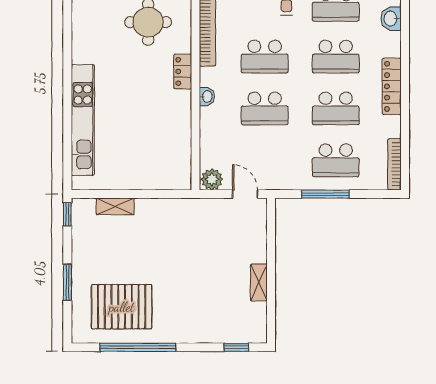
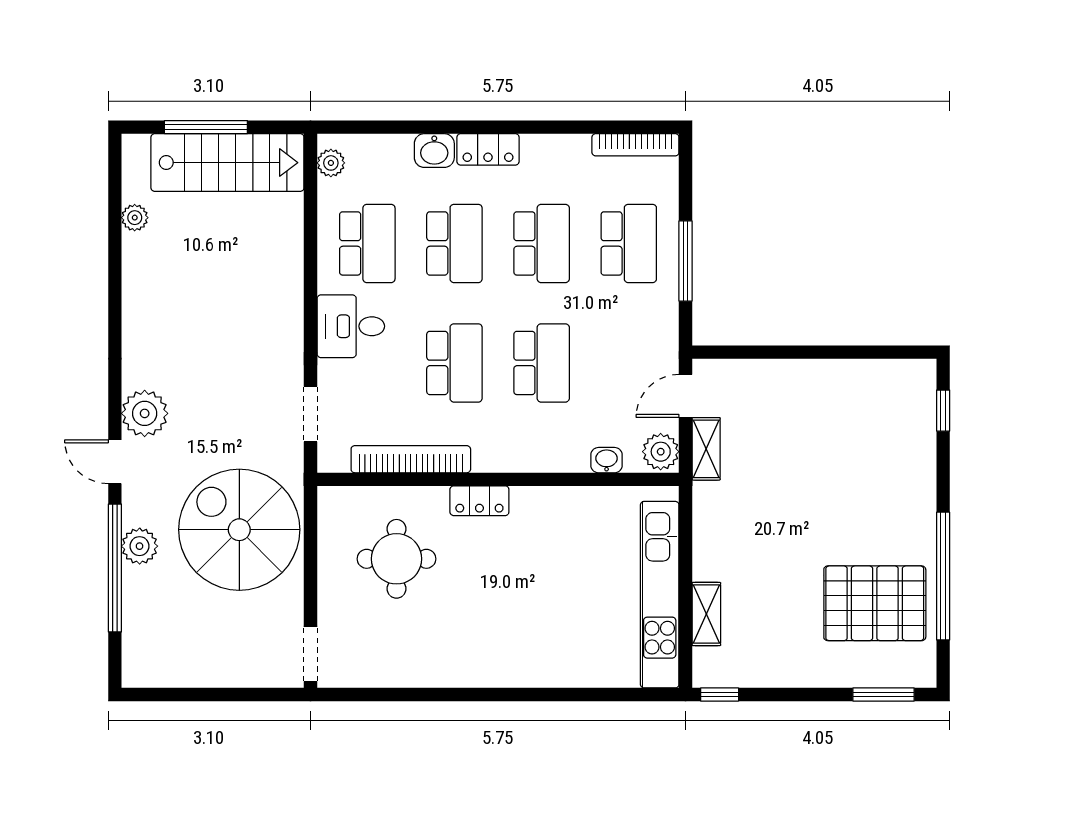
washbasin: (391, 19) -> (434, 151), moved
locker: (392, 86) -> (488, 149), width x0.66
washbasin: (207, 97) -> (607, 460), moved
kitchen unit: (83, 120) -> (660, 595), moved, turned -90
window: (67, 282) -> (884, 695), moved
shelving: (259, 283) -> (706, 449), moved, turned 90
pallet: (122, 307) -> (875, 603), turned 90

